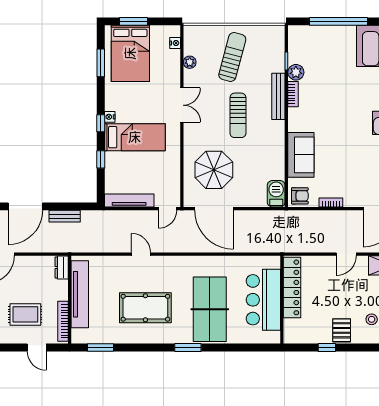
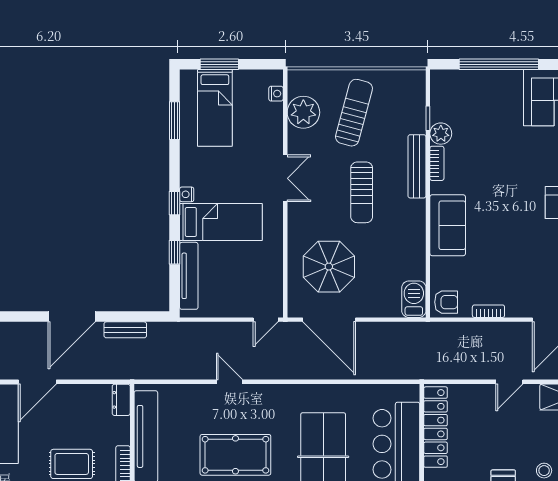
bed: (130, 53) -> (215, 108), width x0.67
plant: (190, 62) -> (303, 112), width x1.87, depth x1.87
sofa: (301, 155) -> (448, 225), moved
tv unit: (129, 201) -> (189, 276), moved, turned 90

